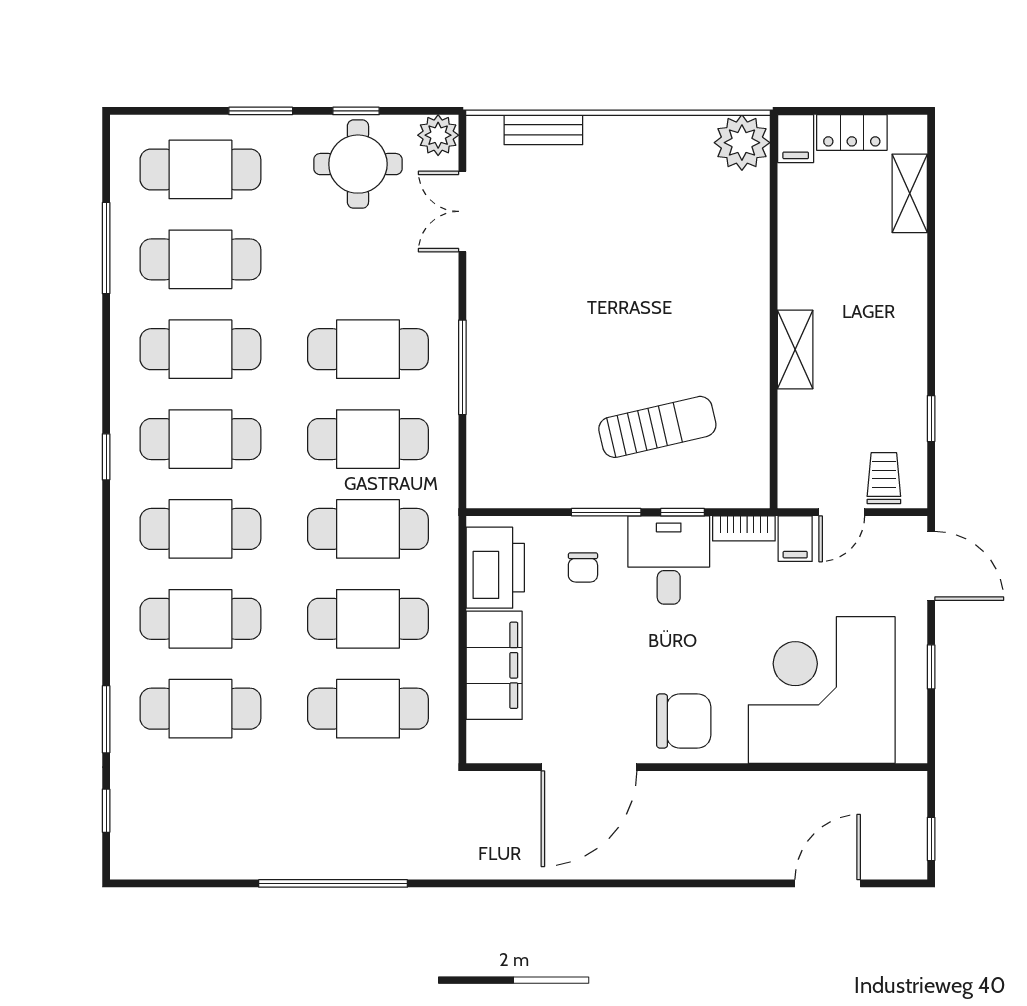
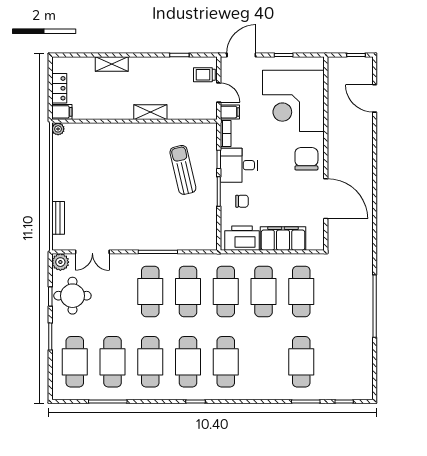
plant: (742, 143) -> (58, 129), width x0.53, depth x0.53
shelving: (910, 193) -> (112, 64), moved
cafe table: (200, 619) -> (263, 362), removed

